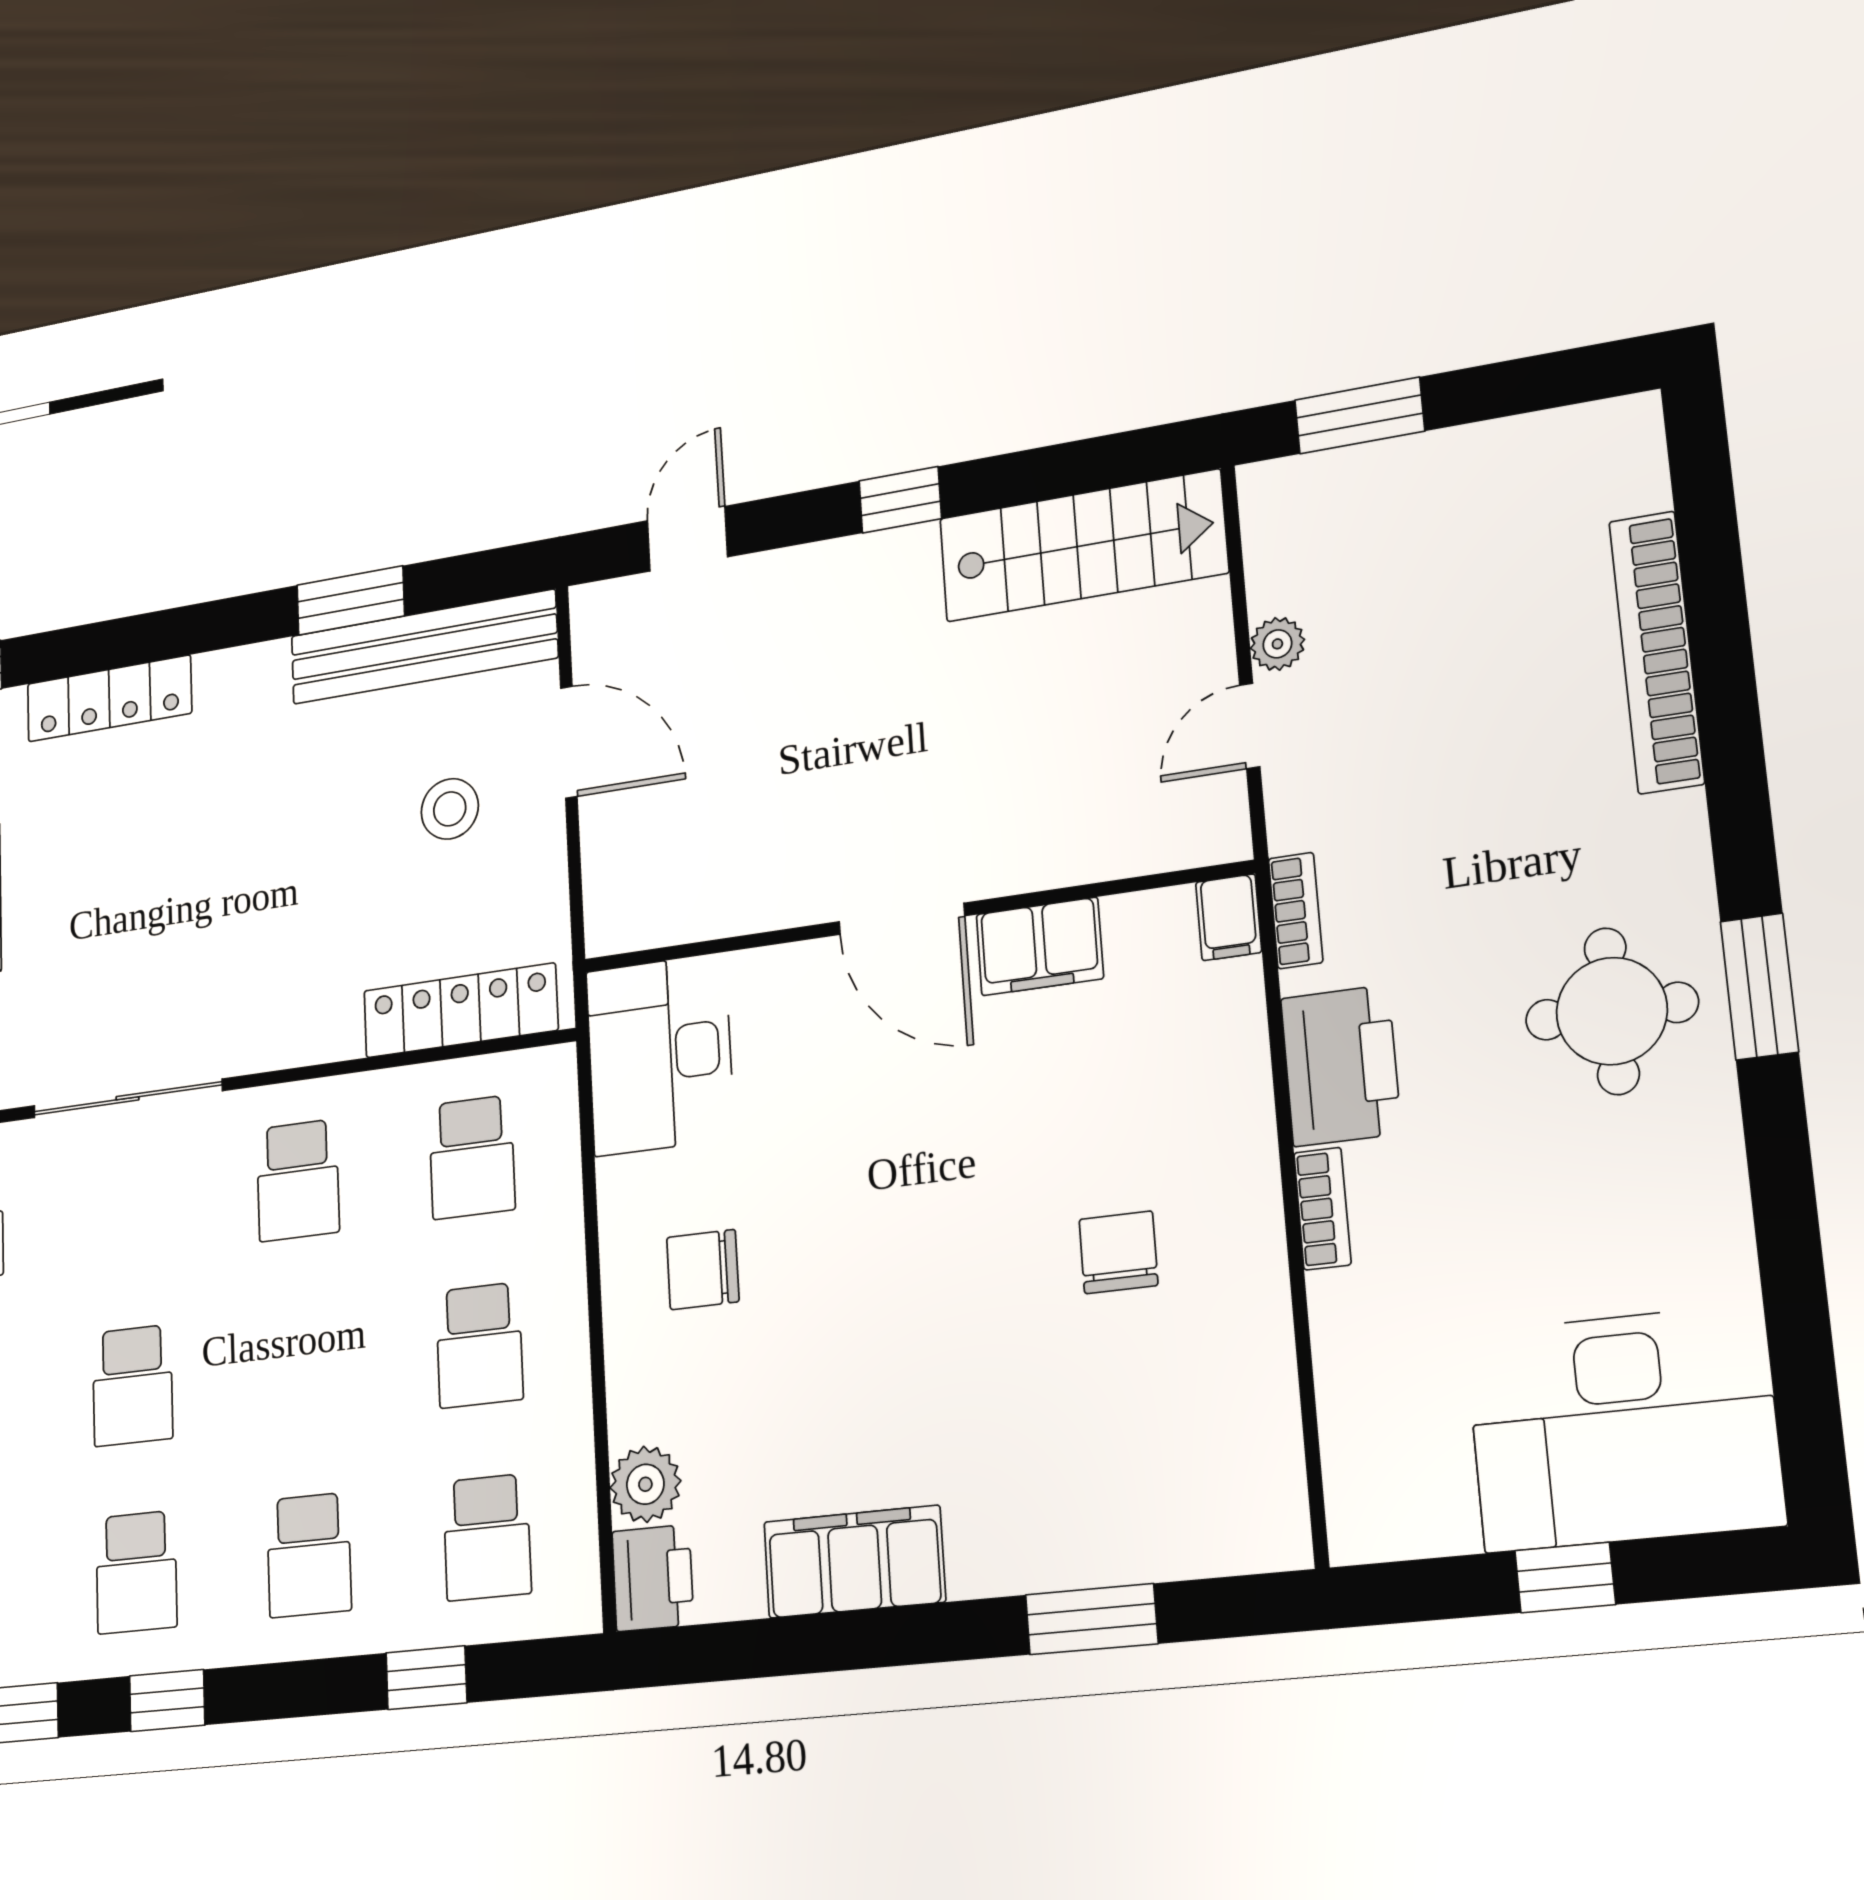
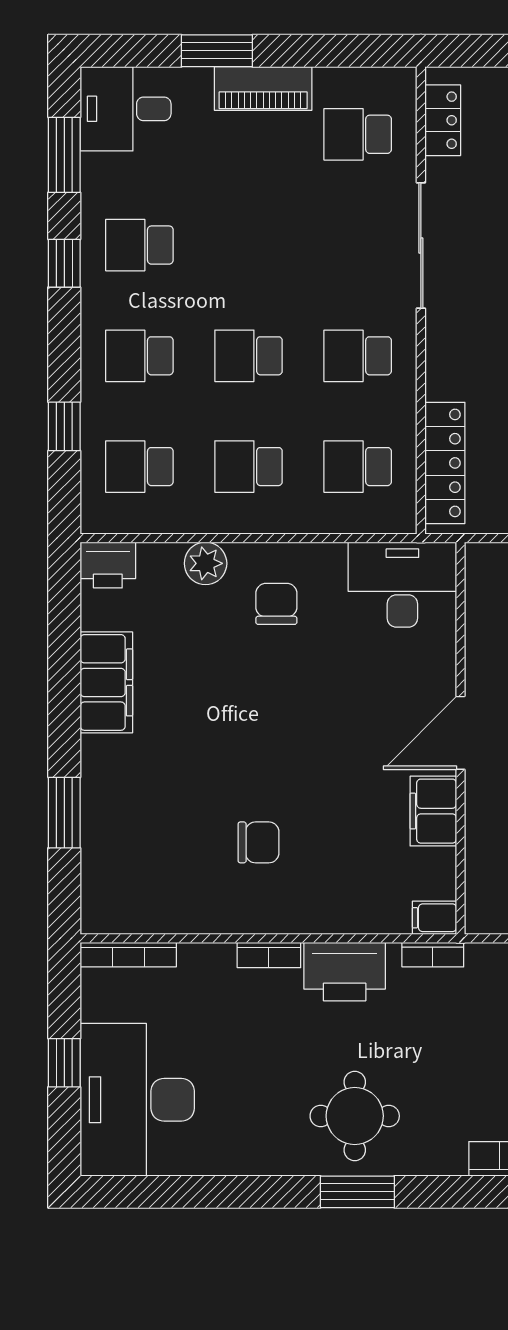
school desk: (133, 1385) -> (249, 356), moved
bookcase: (1345, 1473) -> (128, 955), added
plant: (645, 1484) -> (206, 563), moved

